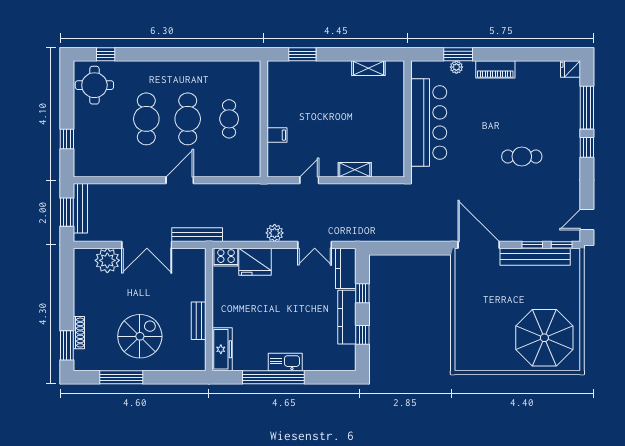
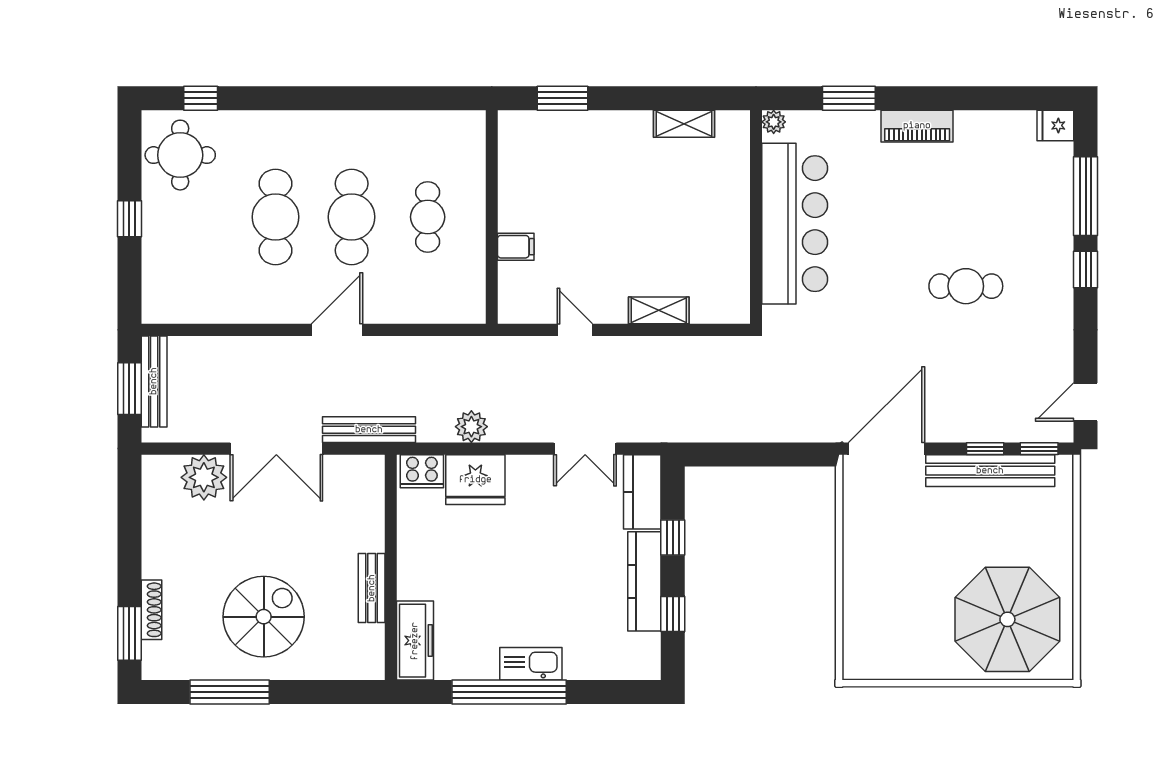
plant: (456, 67) -> (774, 122), moved
window: (67, 139) -> (129, 219), moved
door: (309, 180) -> (575, 330), hinge flipped
plant: (275, 233) -> (471, 427), moved
door: (479, 245) -> (887, 449), hinge flipped

